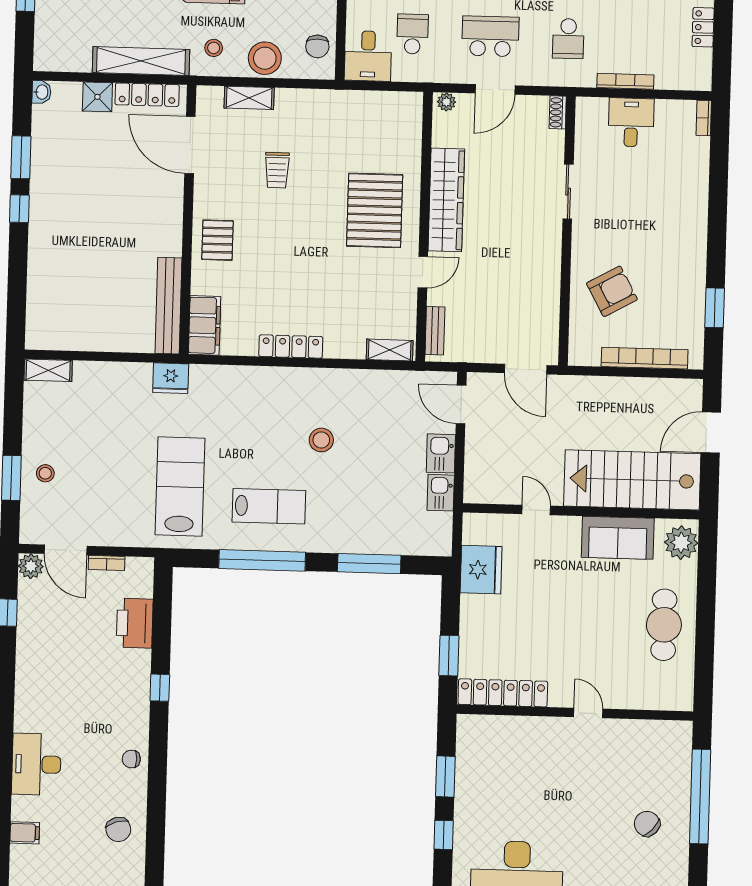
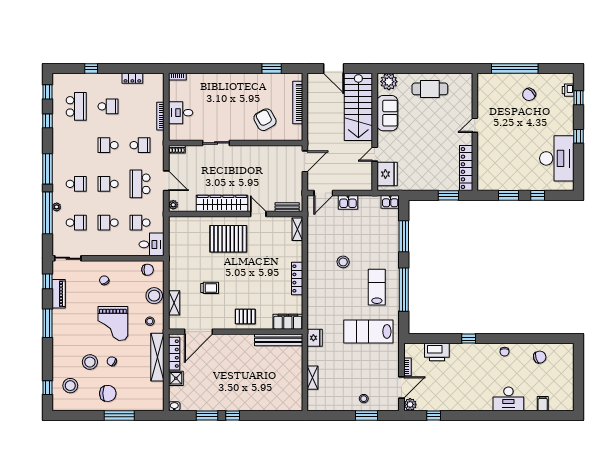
shelving: (48, 370) -> (313, 378), moved
kitchen sink: (441, 493) -> (390, 202), moved
fridge: (481, 570) -> (387, 174), moved, turned 90

